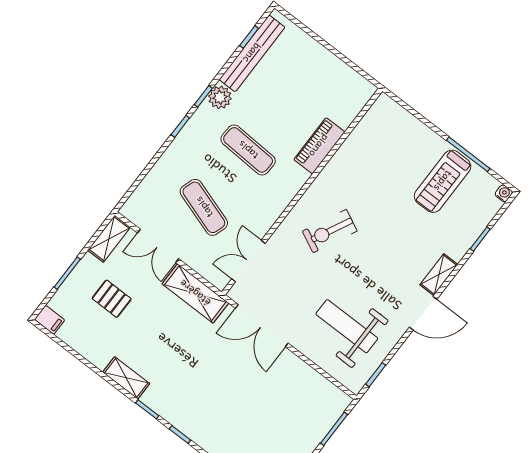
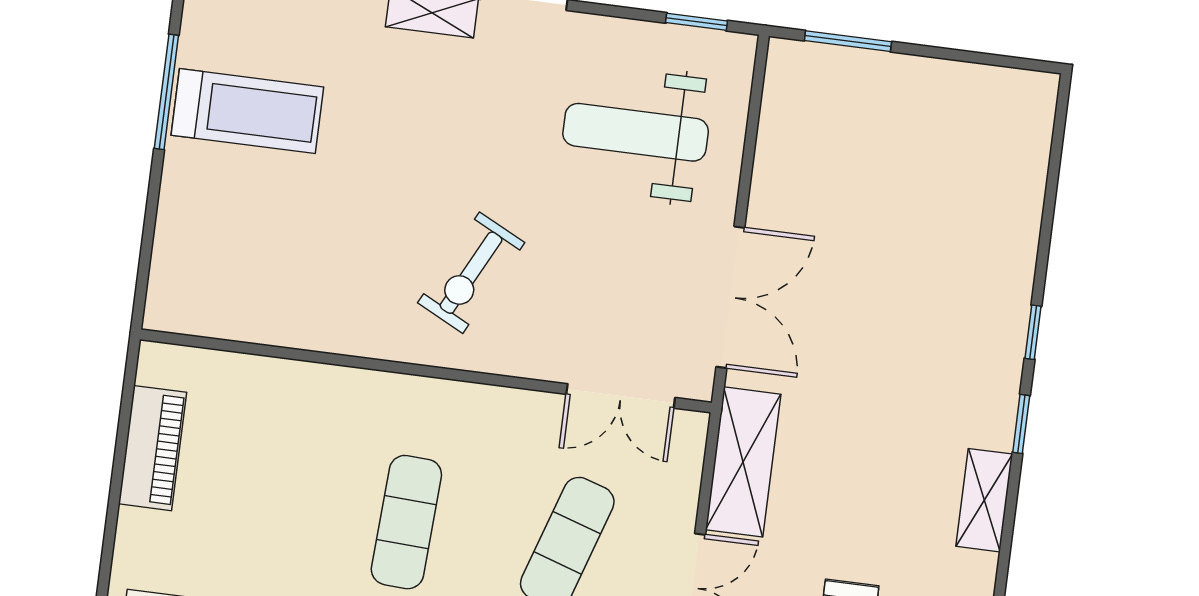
piano: (319, 146) -> (153, 448), moved, turned -90
exercise bike: (330, 231) -> (471, 273), turned 91
weight bench: (347, 326) -> (636, 132), turned 90

